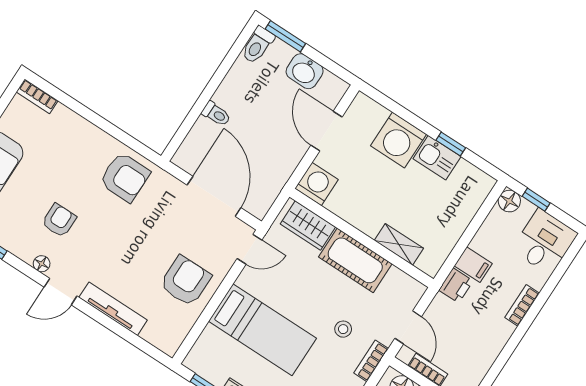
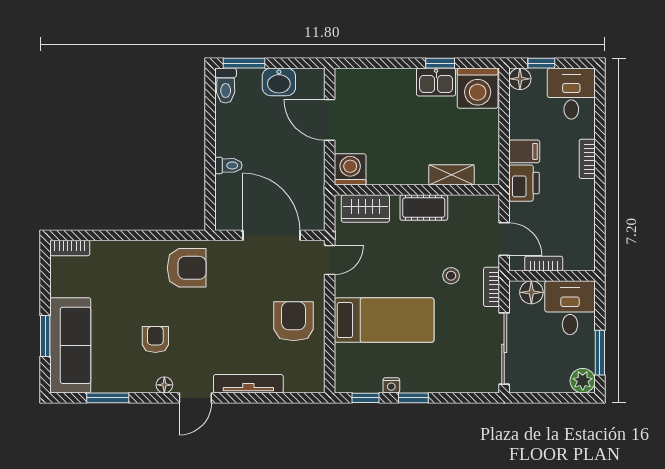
washing machine: (398, 140) -> (478, 88), moved
cot: (355, 260) -> (424, 208), width x0.73, depth x0.75
printer: (456, 285) -> (524, 183), width x1.36, depth x1.24

